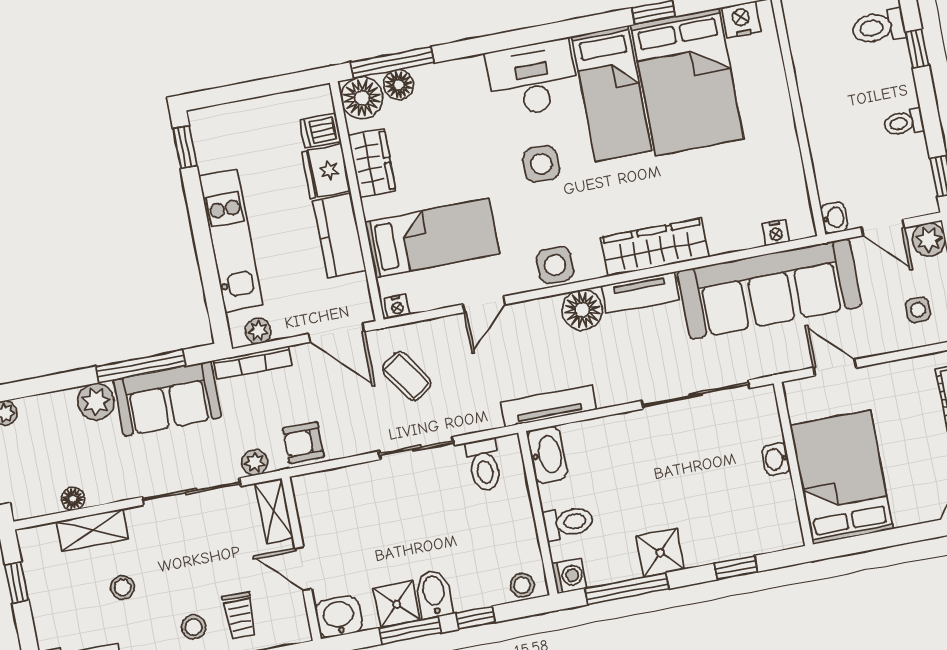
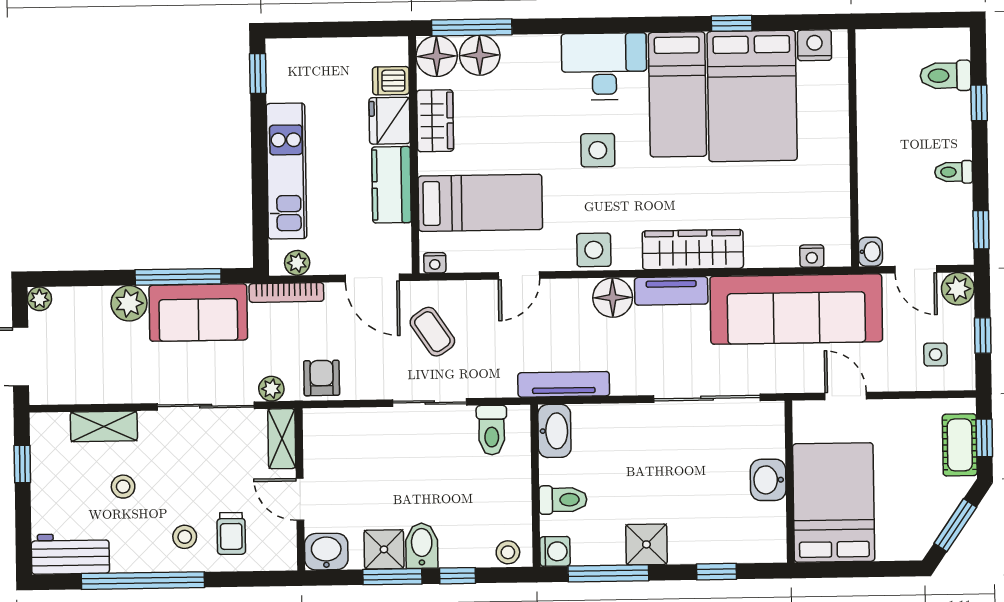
floor lamp: (399, 85) -> (480, 55), width x1.38, depth x1.38
armchair: (303, 443) -> (322, 378), turned 90
washbasin: (776, 459) -> (768, 480), width x1.38, depth x1.45
floor lamp: (73, 499) -> (90, 393), removed

